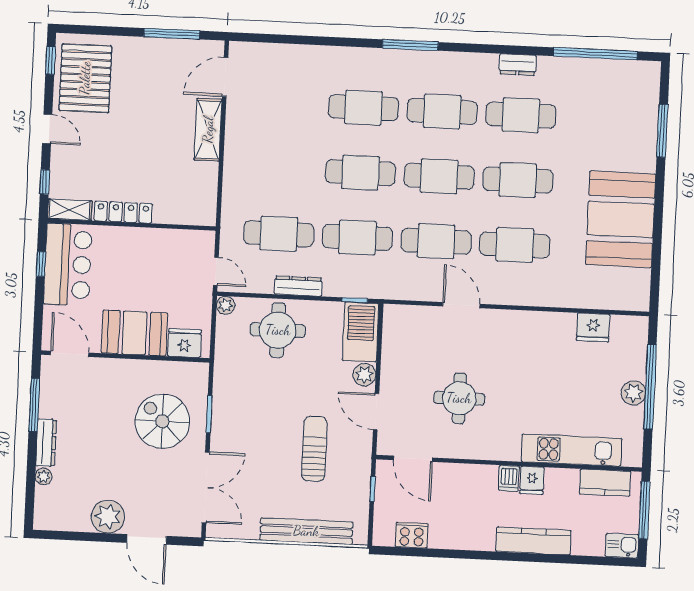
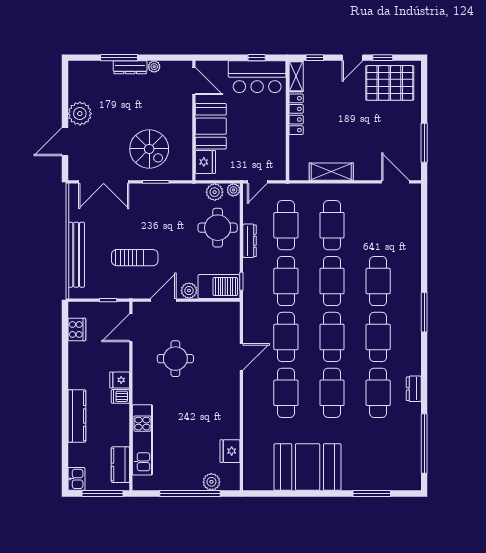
window: (50, 60) -> (383, 58), moved
shelving: (208, 130) -> (331, 172), moved
cafe table: (282, 169) -> (332, 225), added
plant: (227, 332) -> (215, 192), added
door: (70, 354) -> (194, 81), hinge flipped
plant: (633, 393) -> (211, 482), moved
window: (34, 405) -> (119, 58), moved
spiral stairs: (162, 421) -> (149, 149), turned 90
plant: (43, 476) -> (154, 67), moved
fridge: (532, 480) -> (120, 380), moved

